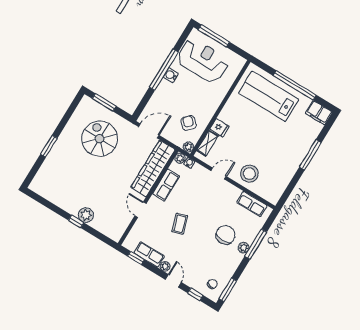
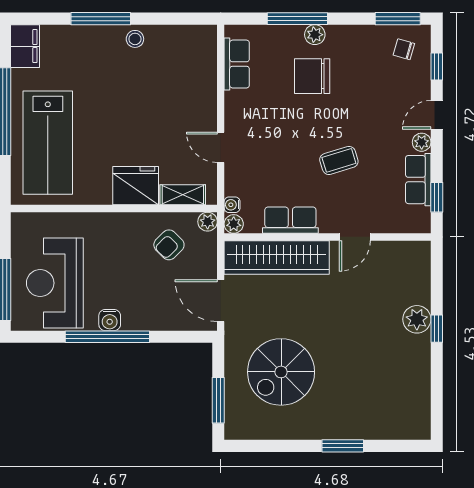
fridge: (219, 128) -> (136, 186), width x1.88, depth x1.34
stool: (249, 174) -> (135, 39), moved, width x0.53, depth x0.53

